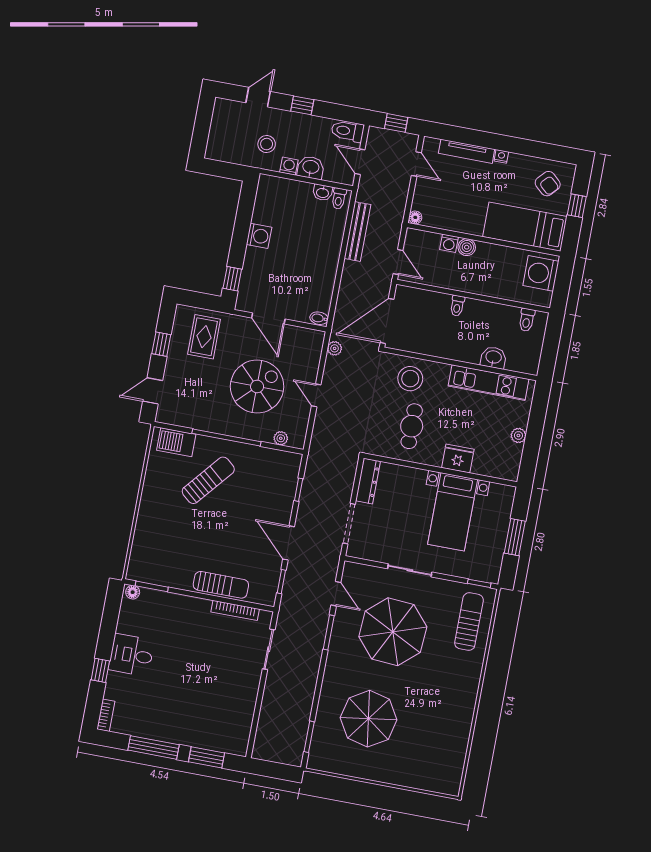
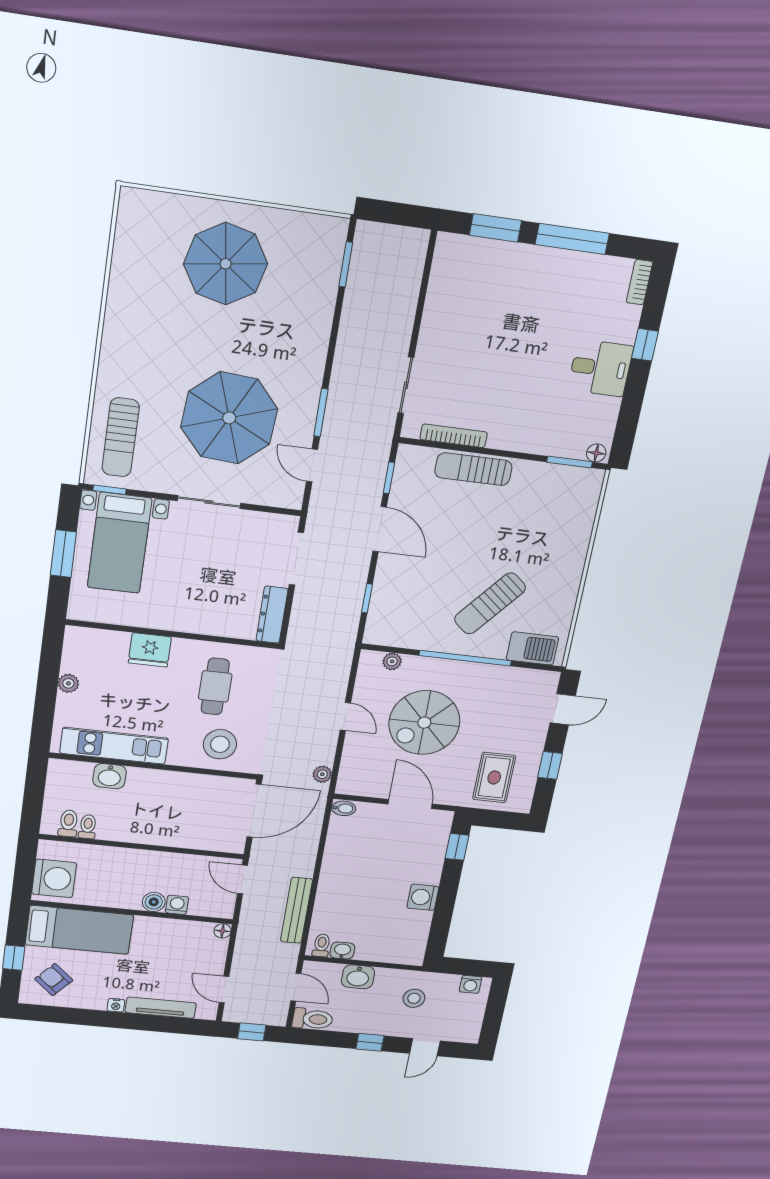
washing machine: (289, 166) -> (471, 984), moved
toilet: (457, 306) -> (88, 827), moved
bed with nightstands: (453, 512) -> (120, 543), moved, turned 180
parasol: (369, 719) -> (226, 264), moved

